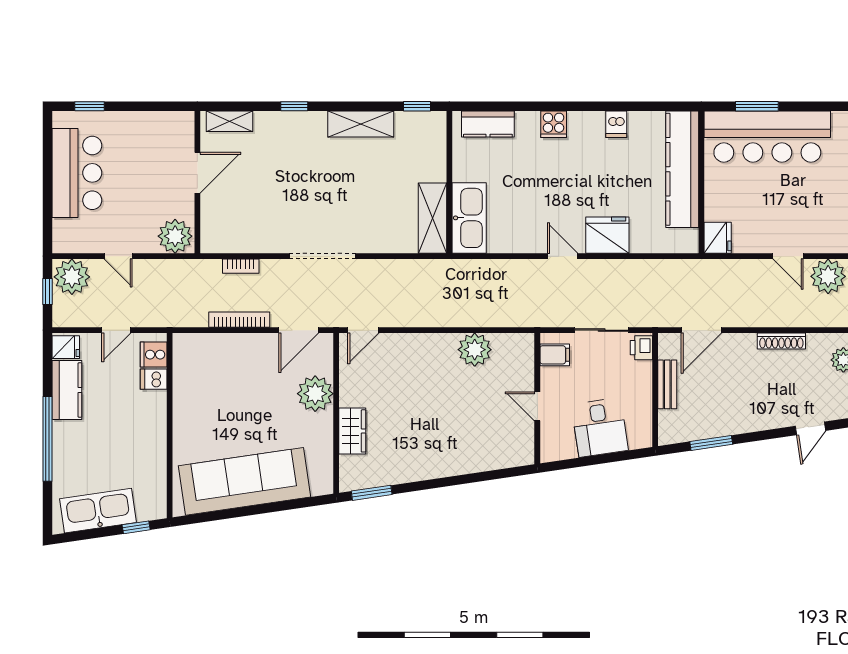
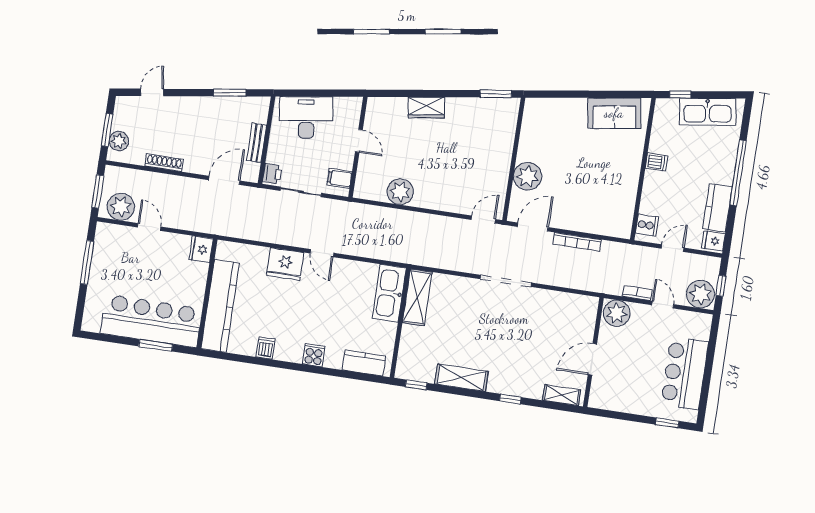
bookcase: (241, 266) -> (637, 293), moved
dishwasher: (154, 379) -> (656, 162), moved
desk: (600, 427) -> (306, 117), width x1.37
wardrobe: (352, 431) -> (426, 108), moved, turned -98
sofa: (245, 481) -> (614, 113), width x0.54, depth x0.79

